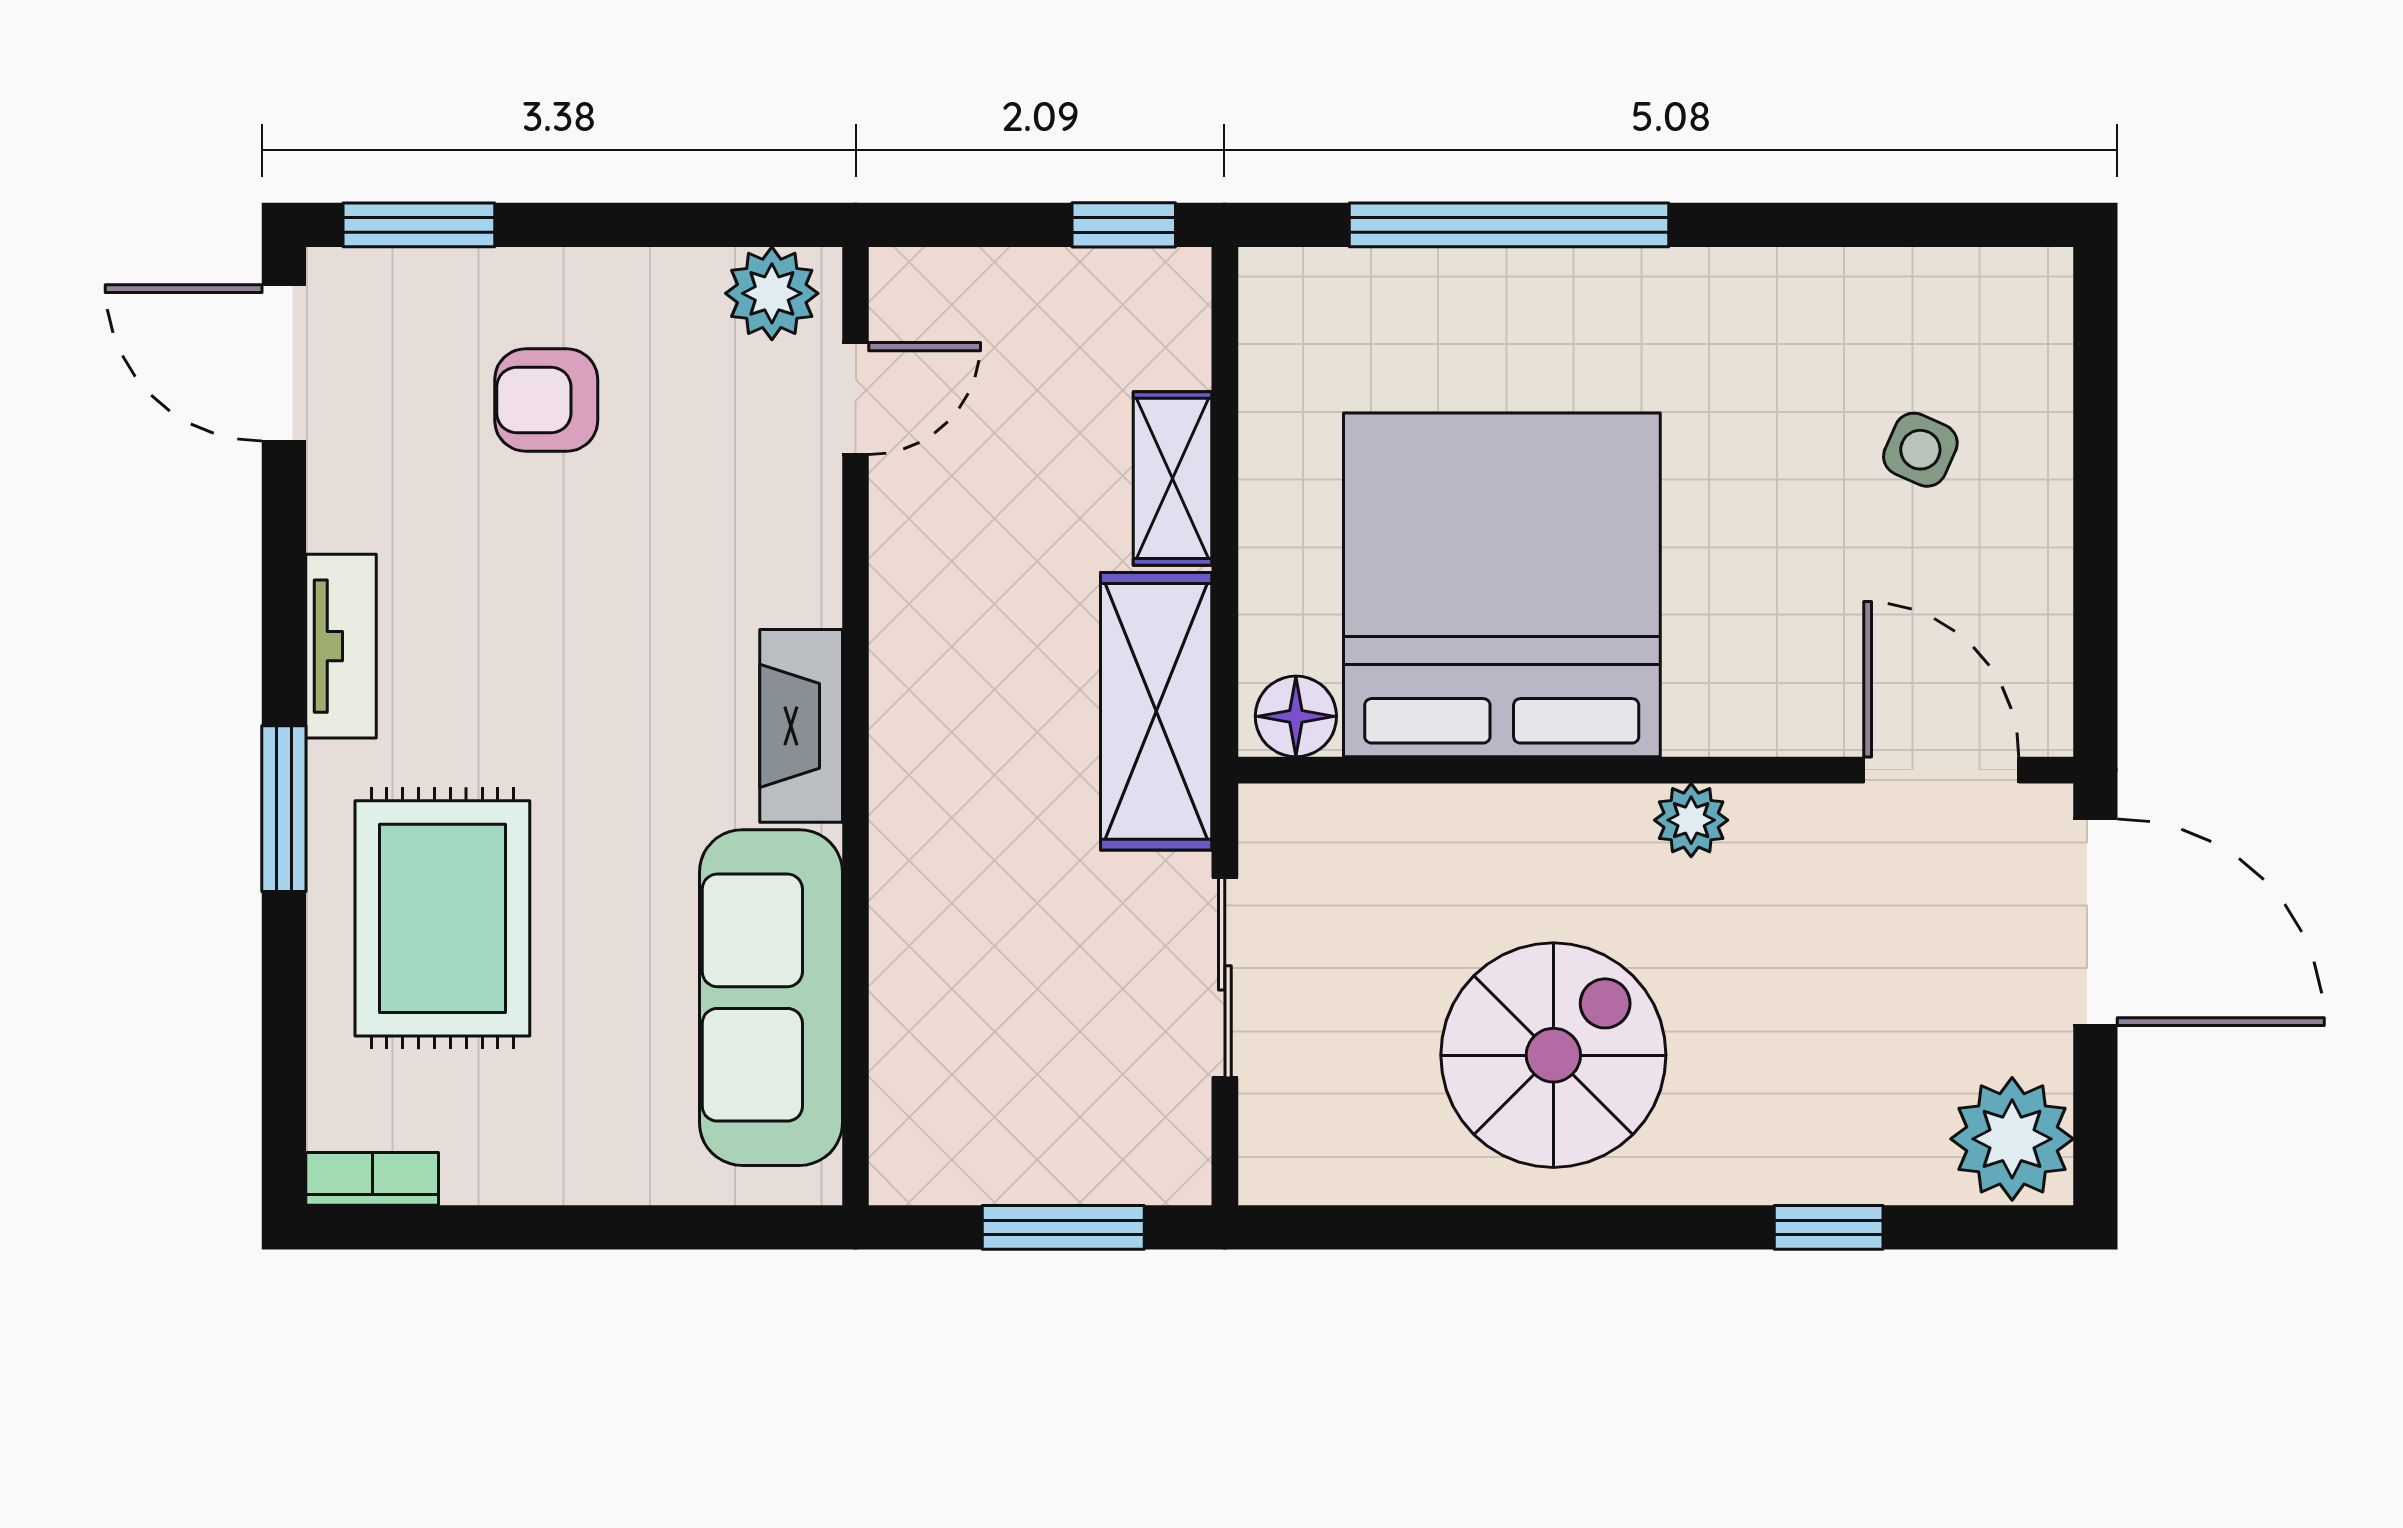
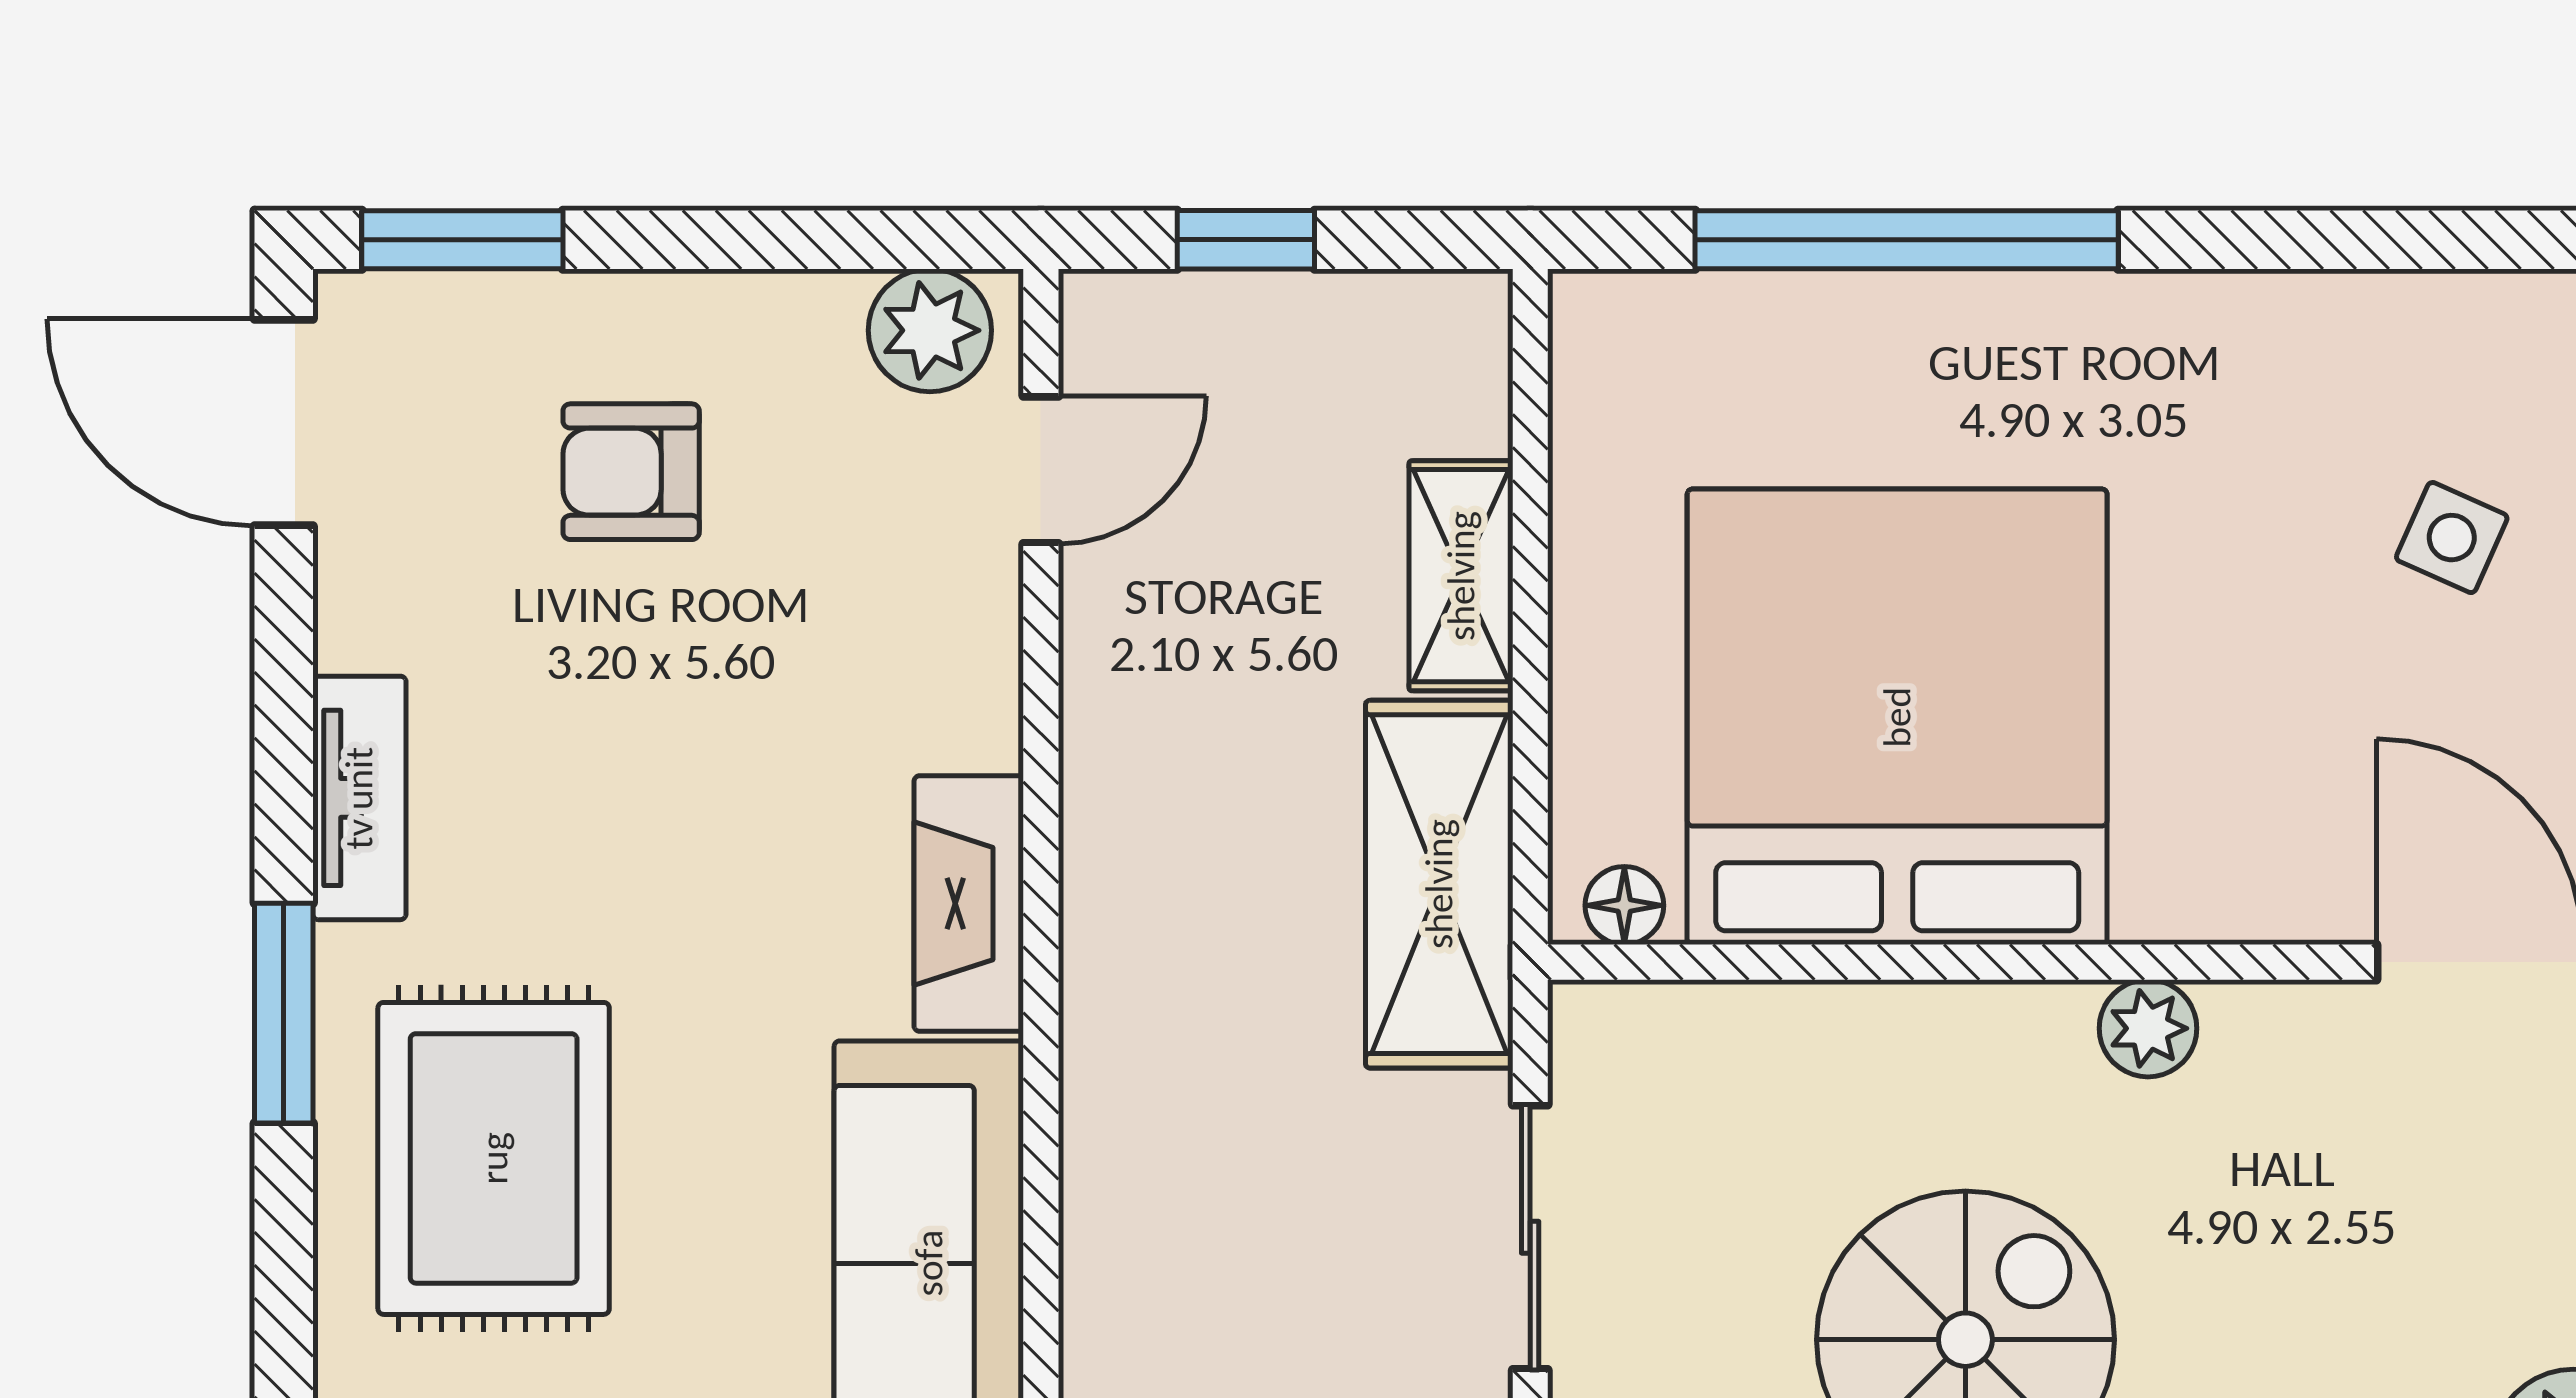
window: (1124, 225) -> (1246, 240), moved
floor lamp: (1296, 716) -> (1624, 905), width x0.73, depth x0.73

